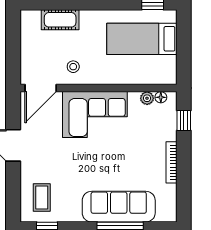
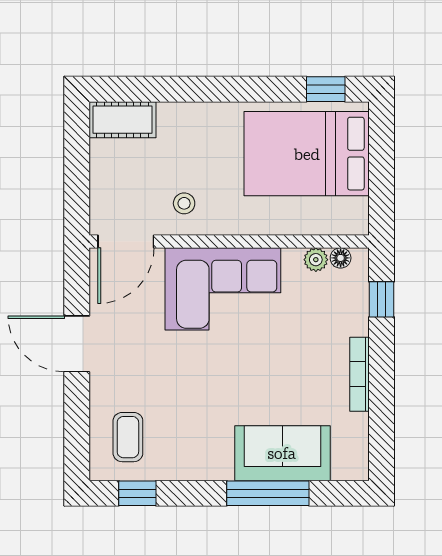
cot: (60, 20) -> (122, 120), moved
bed: (142, 39) -> (307, 154), width x1.50
sofa: (119, 207) -> (282, 453), width x0.73

